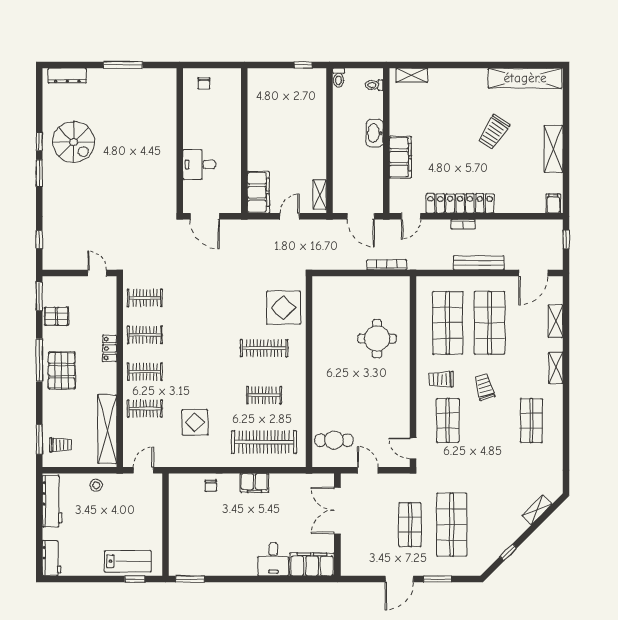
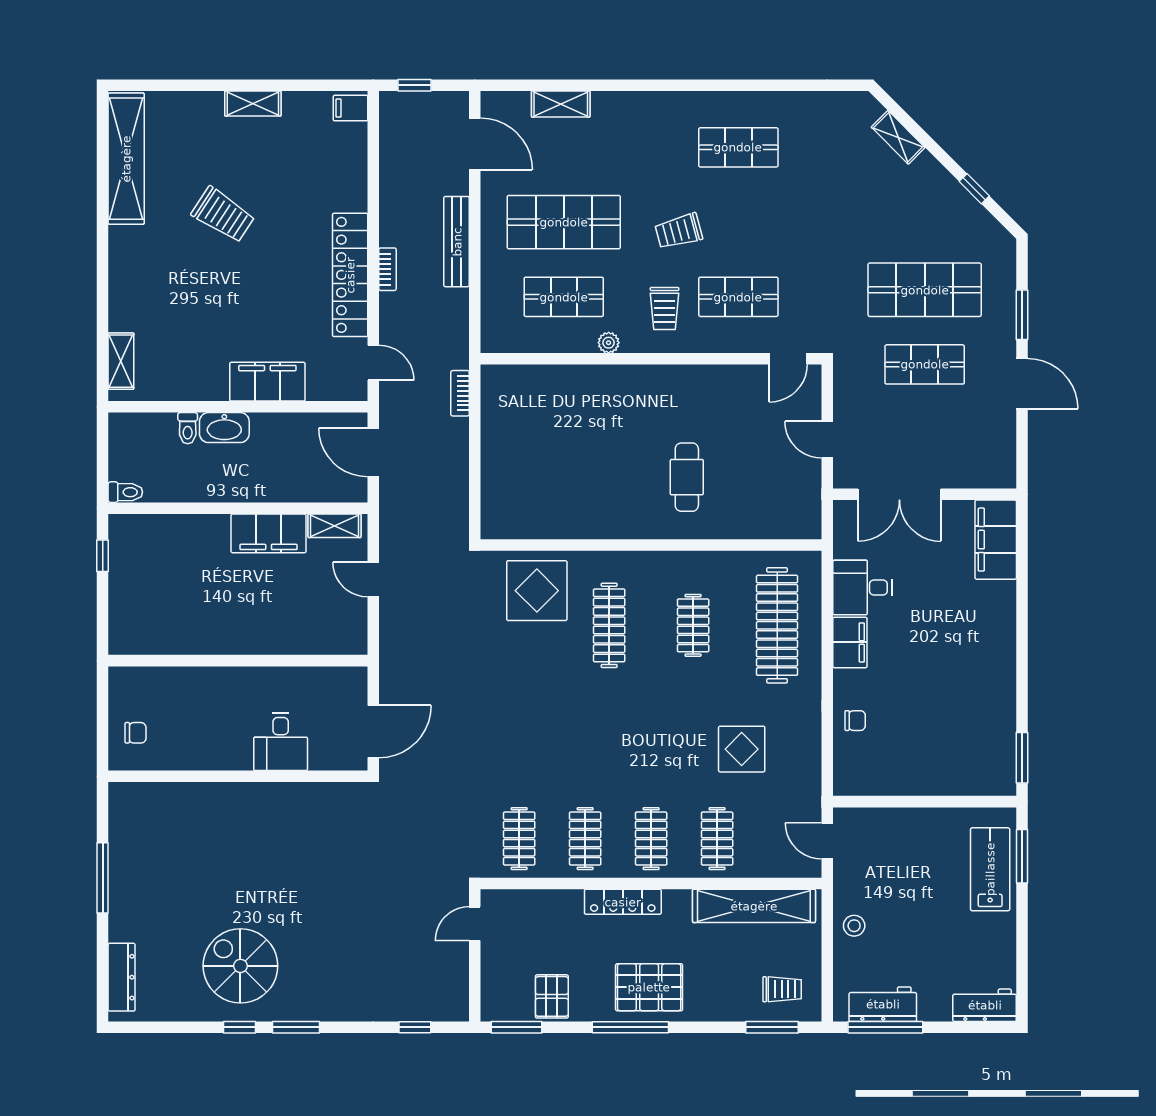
toilet: (374, 85) -> (188, 428), moved
spiral stairs: (74, 142) -> (240, 966), turned -90
shelving: (553, 149) -> (253, 104), width x0.67, depth x0.75
filing cabinet: (258, 192) -> (269, 533), moved, turned 180
door: (361, 216) -> (373, 452), swing flipped
bookcase: (387, 265) -> (460, 393), width x0.64
shop shelf: (448, 323) -> (564, 297), width x0.70, depth x0.74
round table: (377, 339) -> (592, 423), removed
locker: (110, 348) -> (623, 902), width x1.53
plant: (422, 348) -> (609, 343), added
shelving: (556, 368) -> (644, 104), removed
cafe table: (334, 440) -> (687, 477), moved
trolley: (61, 445) -> (782, 989), turned 90
door: (368, 470) -> (827, 440), hinge flipped
workbench: (52, 501) -> (883, 1004), width x0.73
window: (39, 503) -> (885, 1027), added
desk: (273, 559) -> (862, 588), moved, turned 180
window: (135, 579) -> (1022, 856), width x1.50

